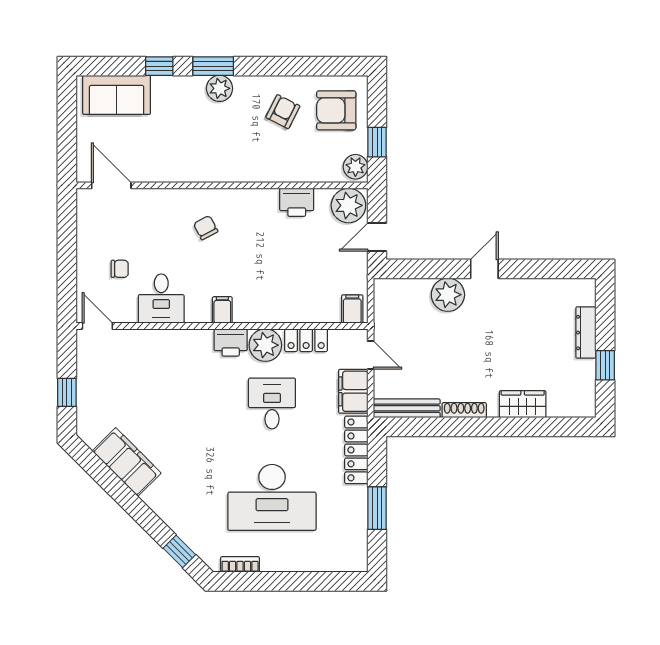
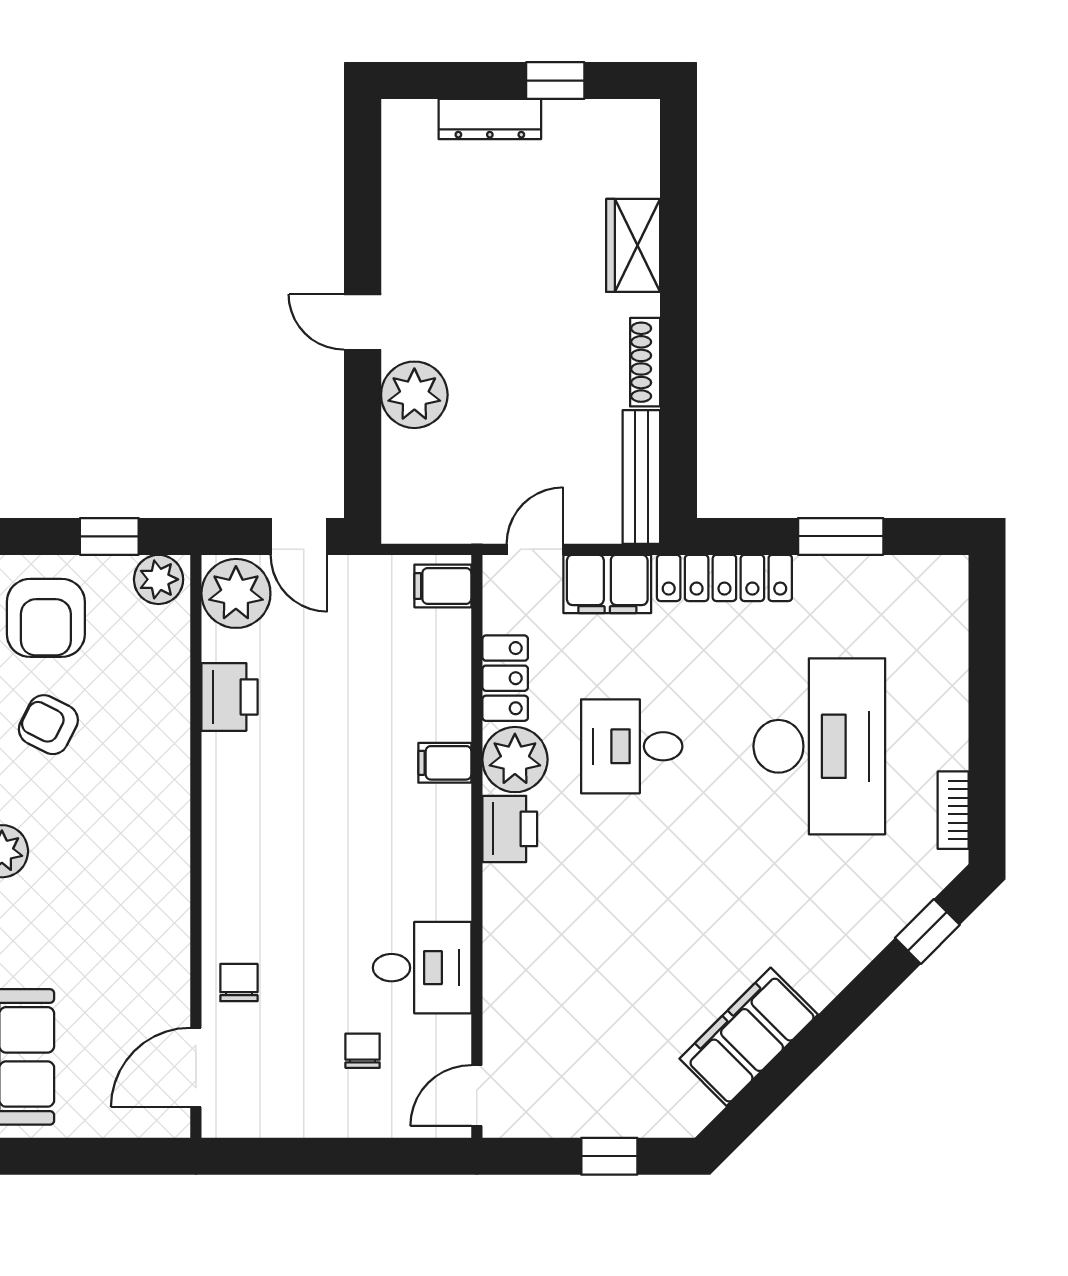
chair: (206, 228) -> (239, 983), moved, turned 118
filing cabinet: (222, 310) -> (445, 763), moved

